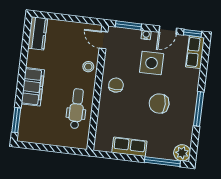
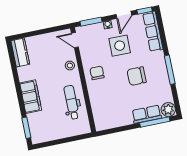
row of seats: (195, 52) -> (153, 32), width x1.48
row of seats: (129, 147) -> (147, 114), moved

